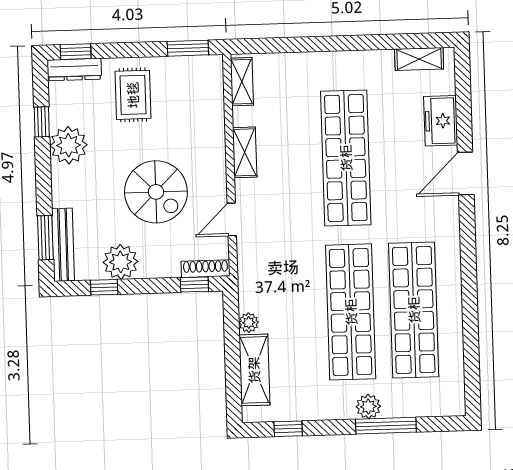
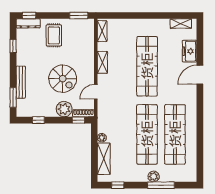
plant: (69, 145) -> (25, 57), removed
bench: (63, 245) -> (21, 82), moved
plant: (121, 262) -> (64, 109), moved

